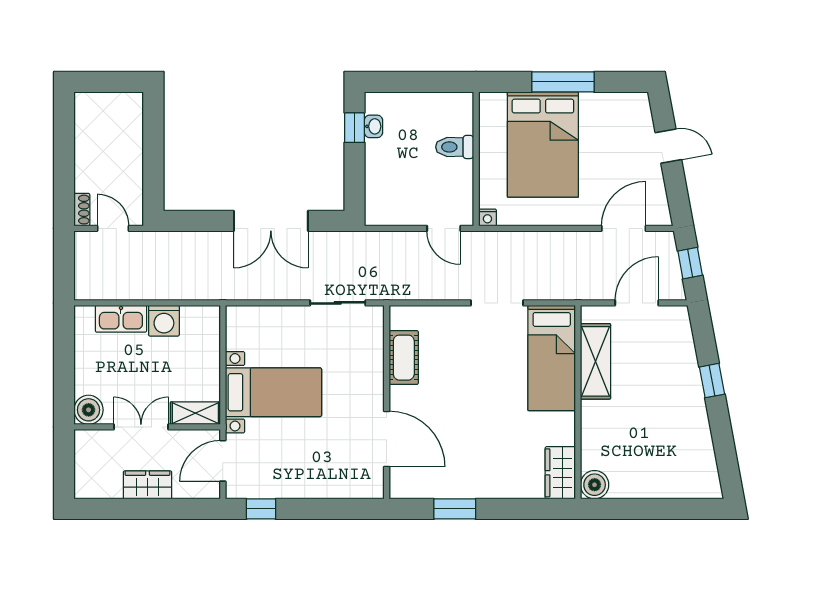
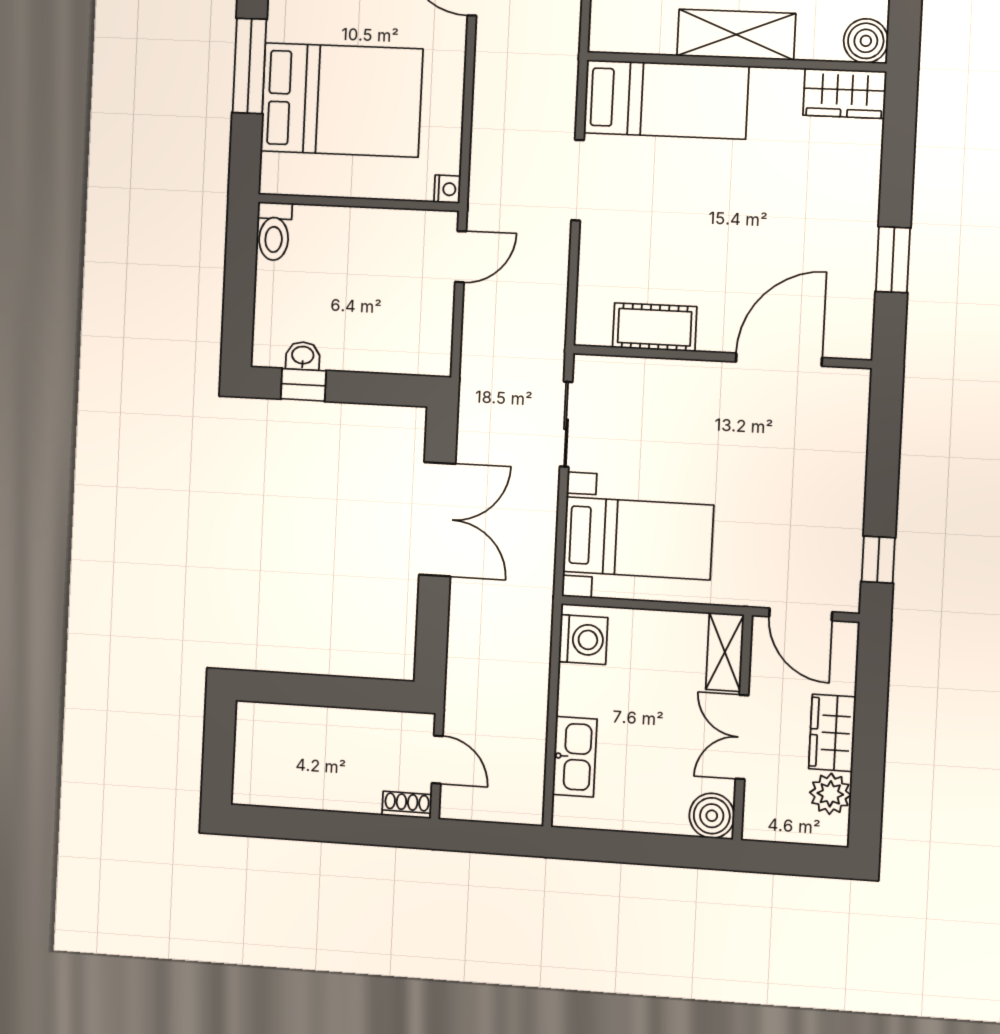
toilet: (455, 147) -> (274, 231), moved
door: (113, 228) -> (437, 760), swing flipped
washing machine: (164, 321) -> (583, 640), moved
shelving: (595, 361) -> (736, 35), moved
bed with nightstands: (273, 392) -> (638, 538), moved, turned 90
plant: (108, 486) -> (830, 794), added

